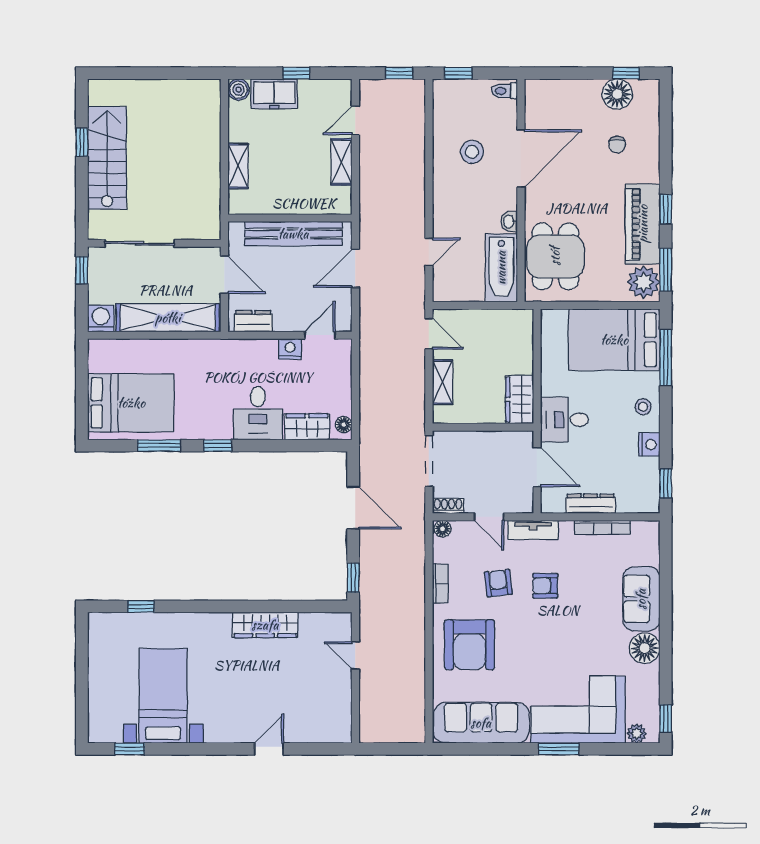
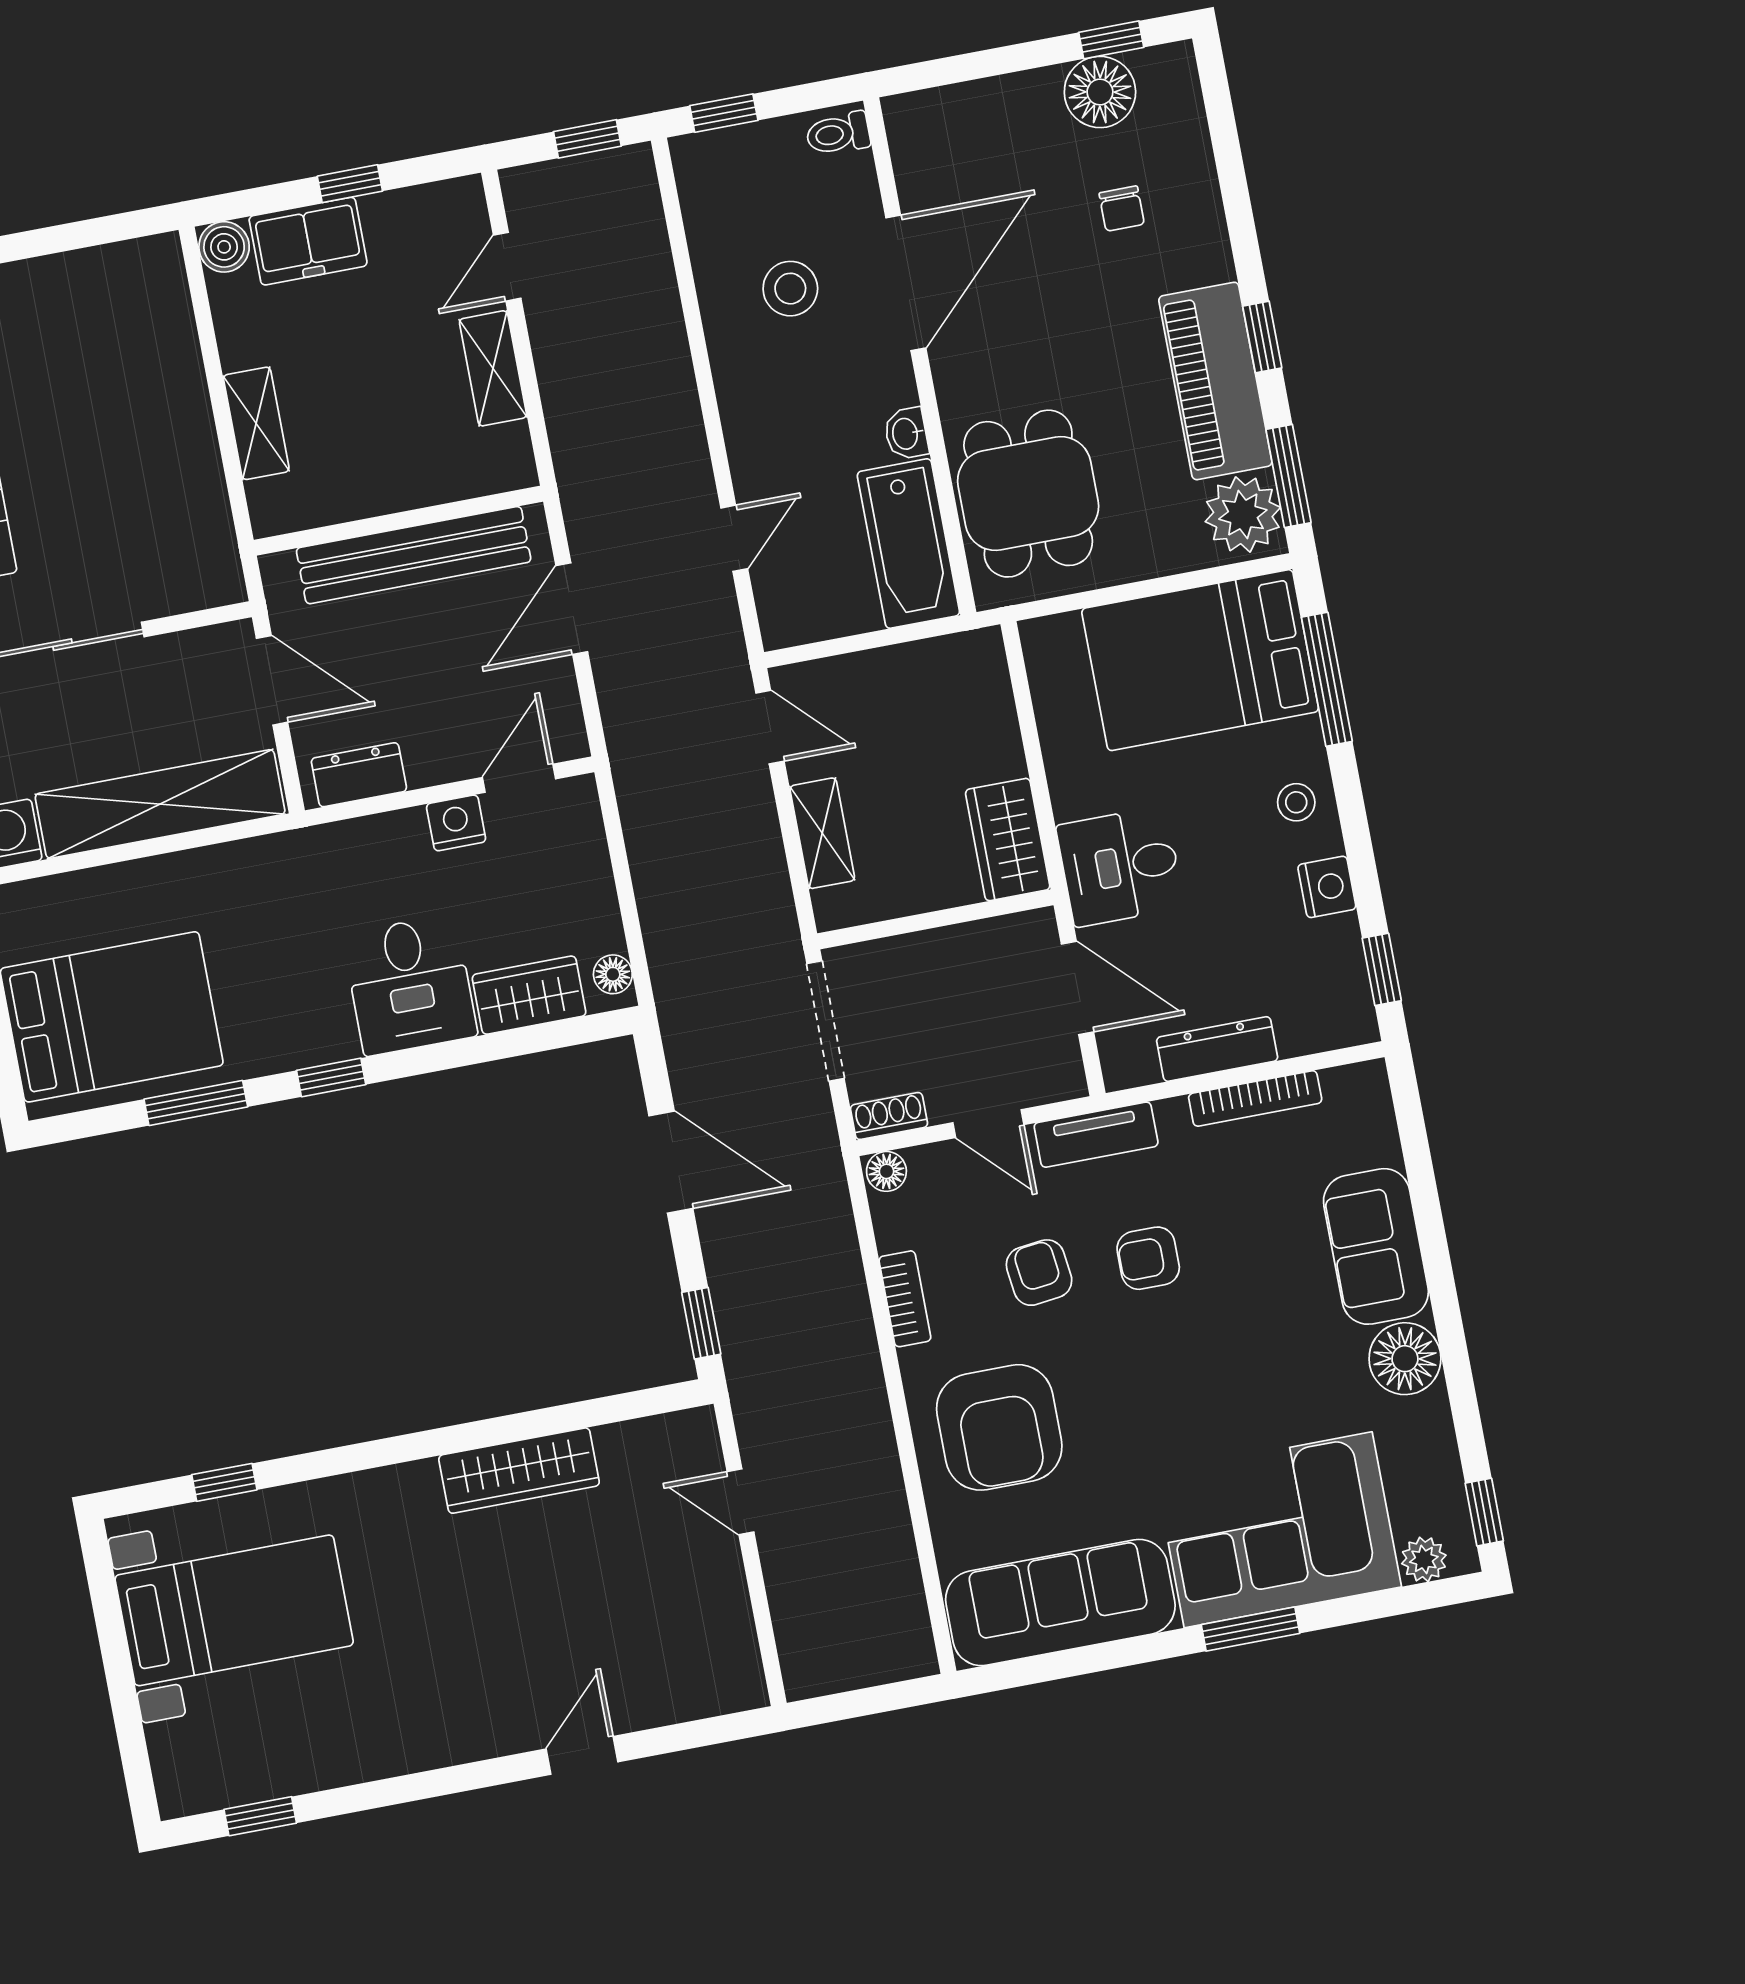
bed with nightstands: (163, 696) -> (234, 1610), moved, turned 90

